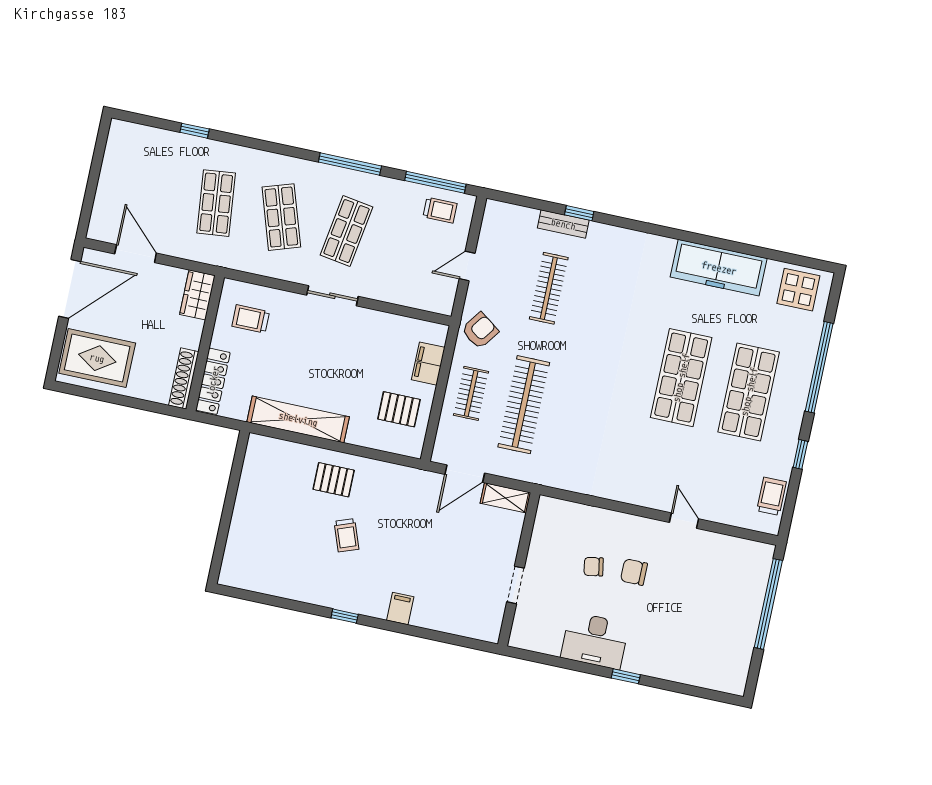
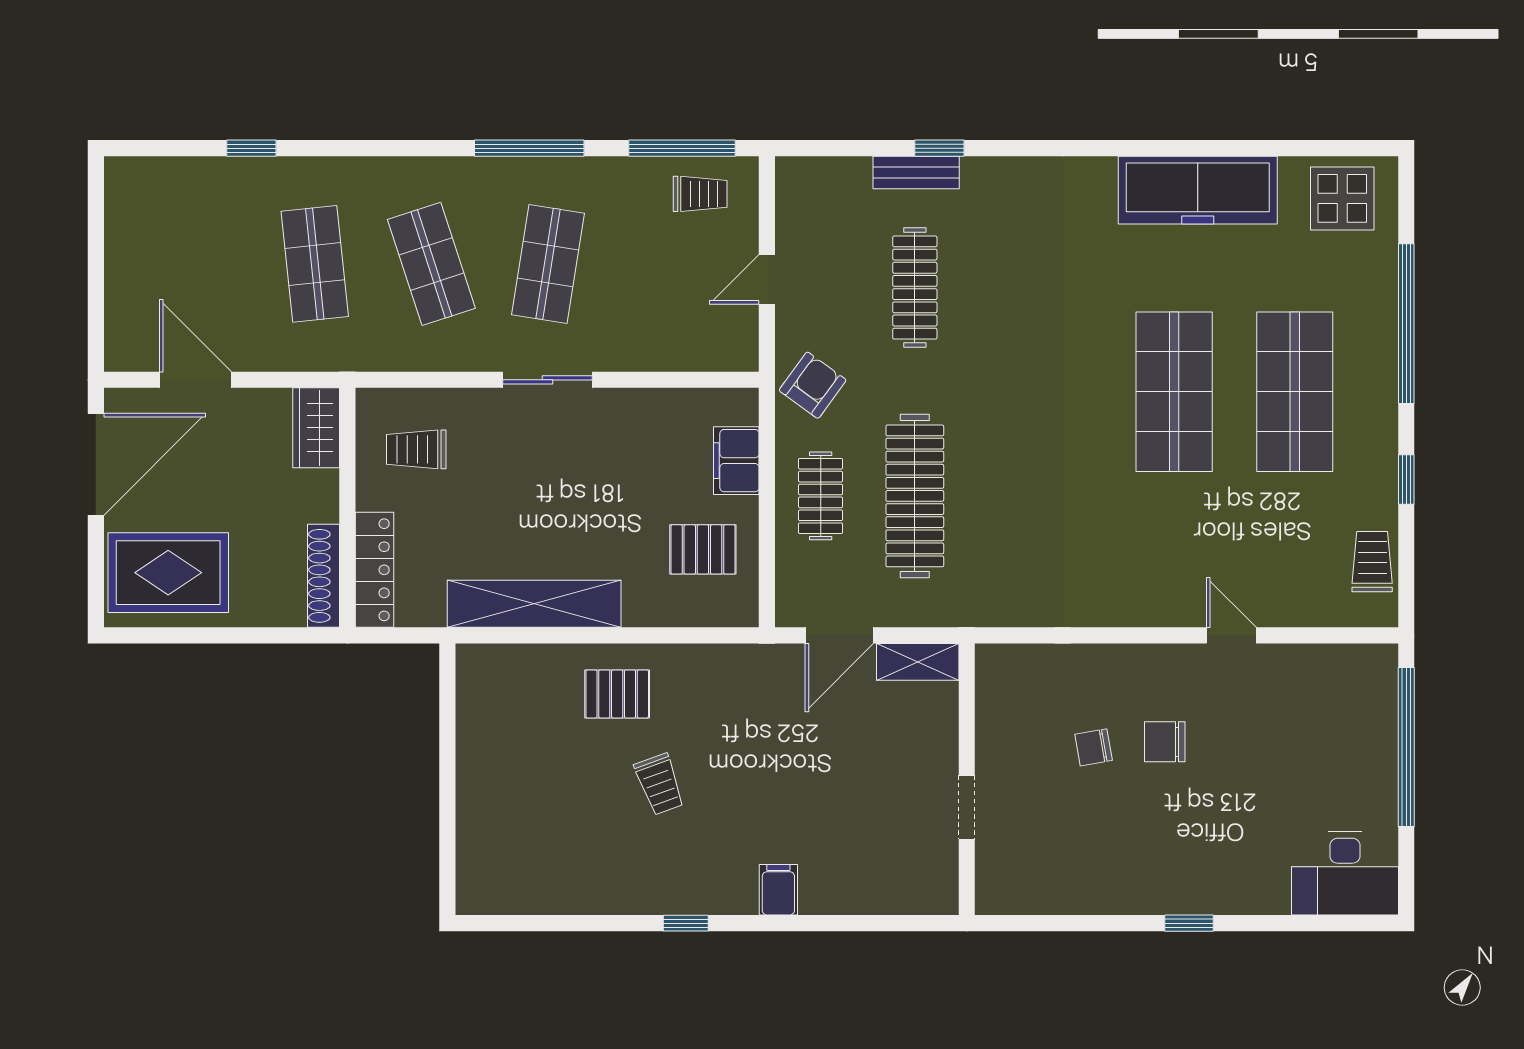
desk: (595, 641) -> (1345, 873), moved

